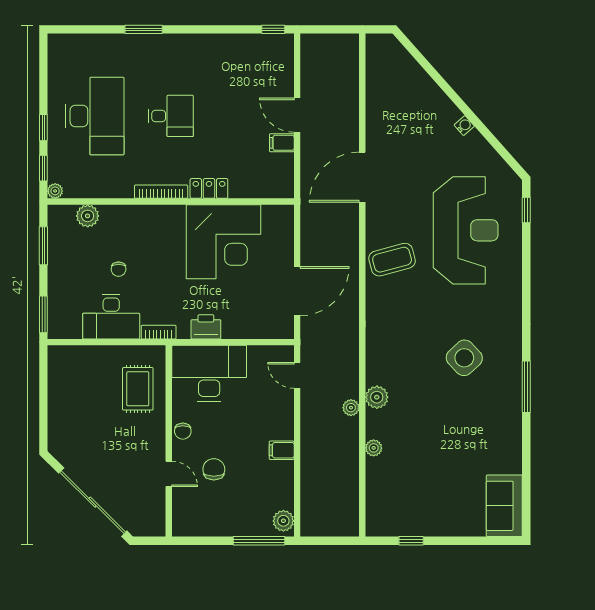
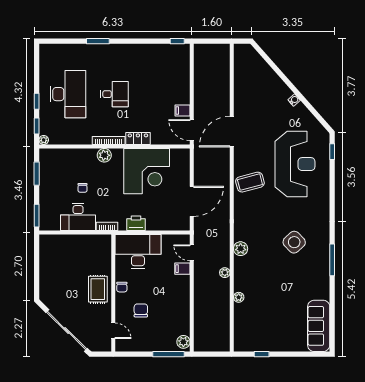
door: (297, 115) -> (192, 130), moved
plant: (88, 216) -> (104, 155), moved
rug: (138, 389) -> (98, 289), moved
plant: (377, 397) -> (241, 249), moved
filing cabinet: (282, 450) -> (182, 269), moved
door: (169, 474) -> (113, 331), moved
sofa: (504, 506) -> (319, 326), width x1.36

